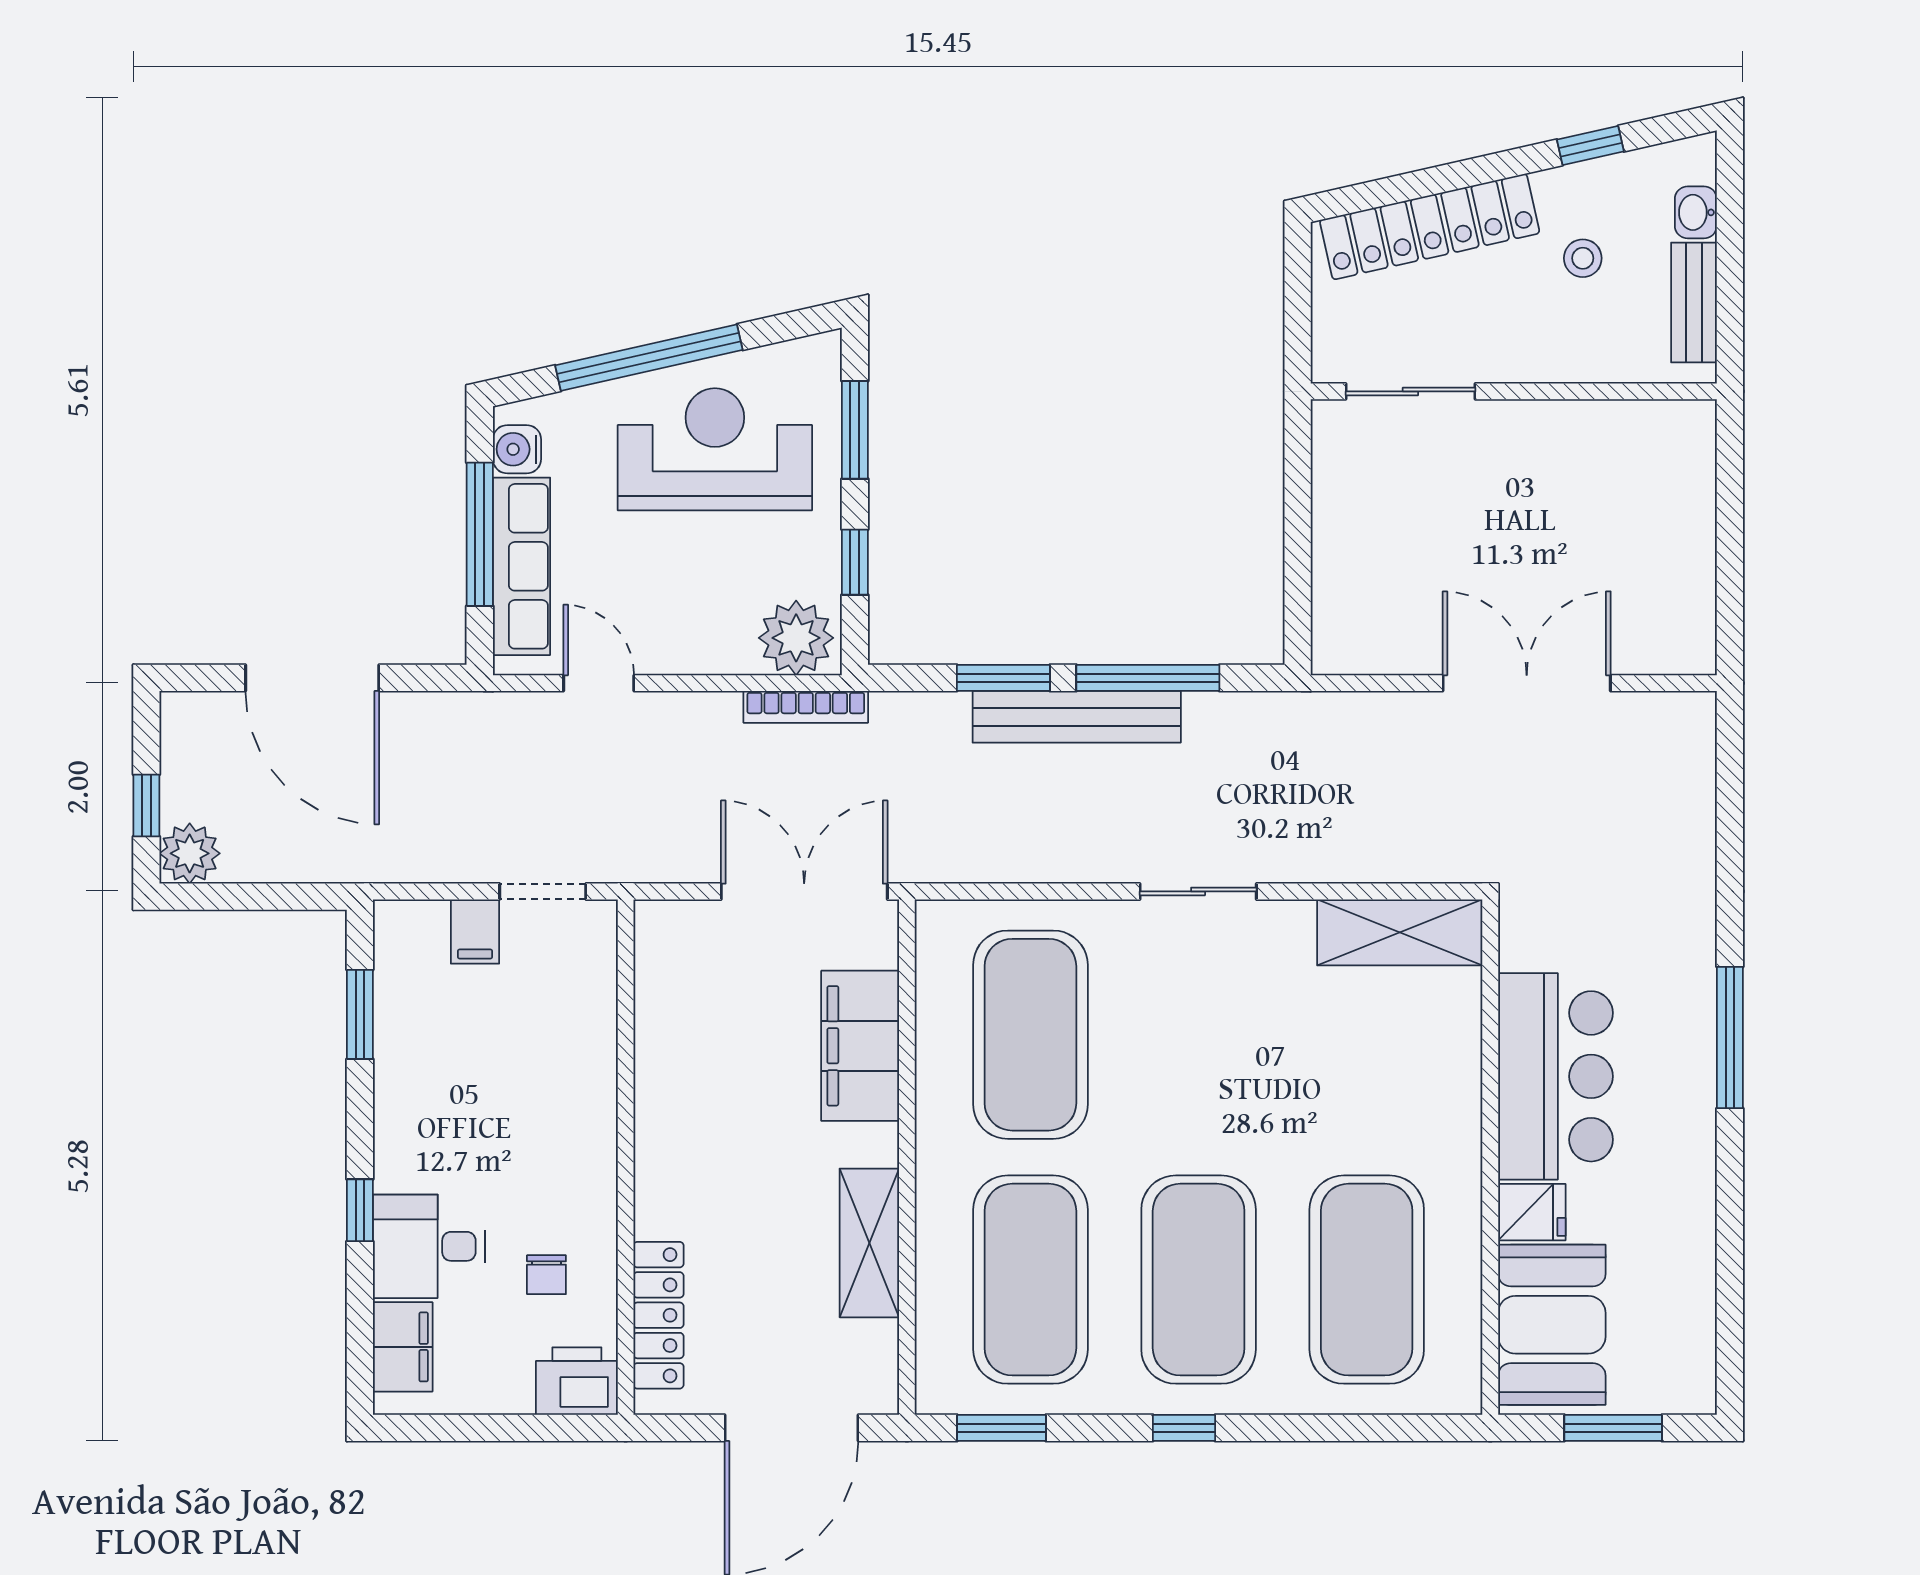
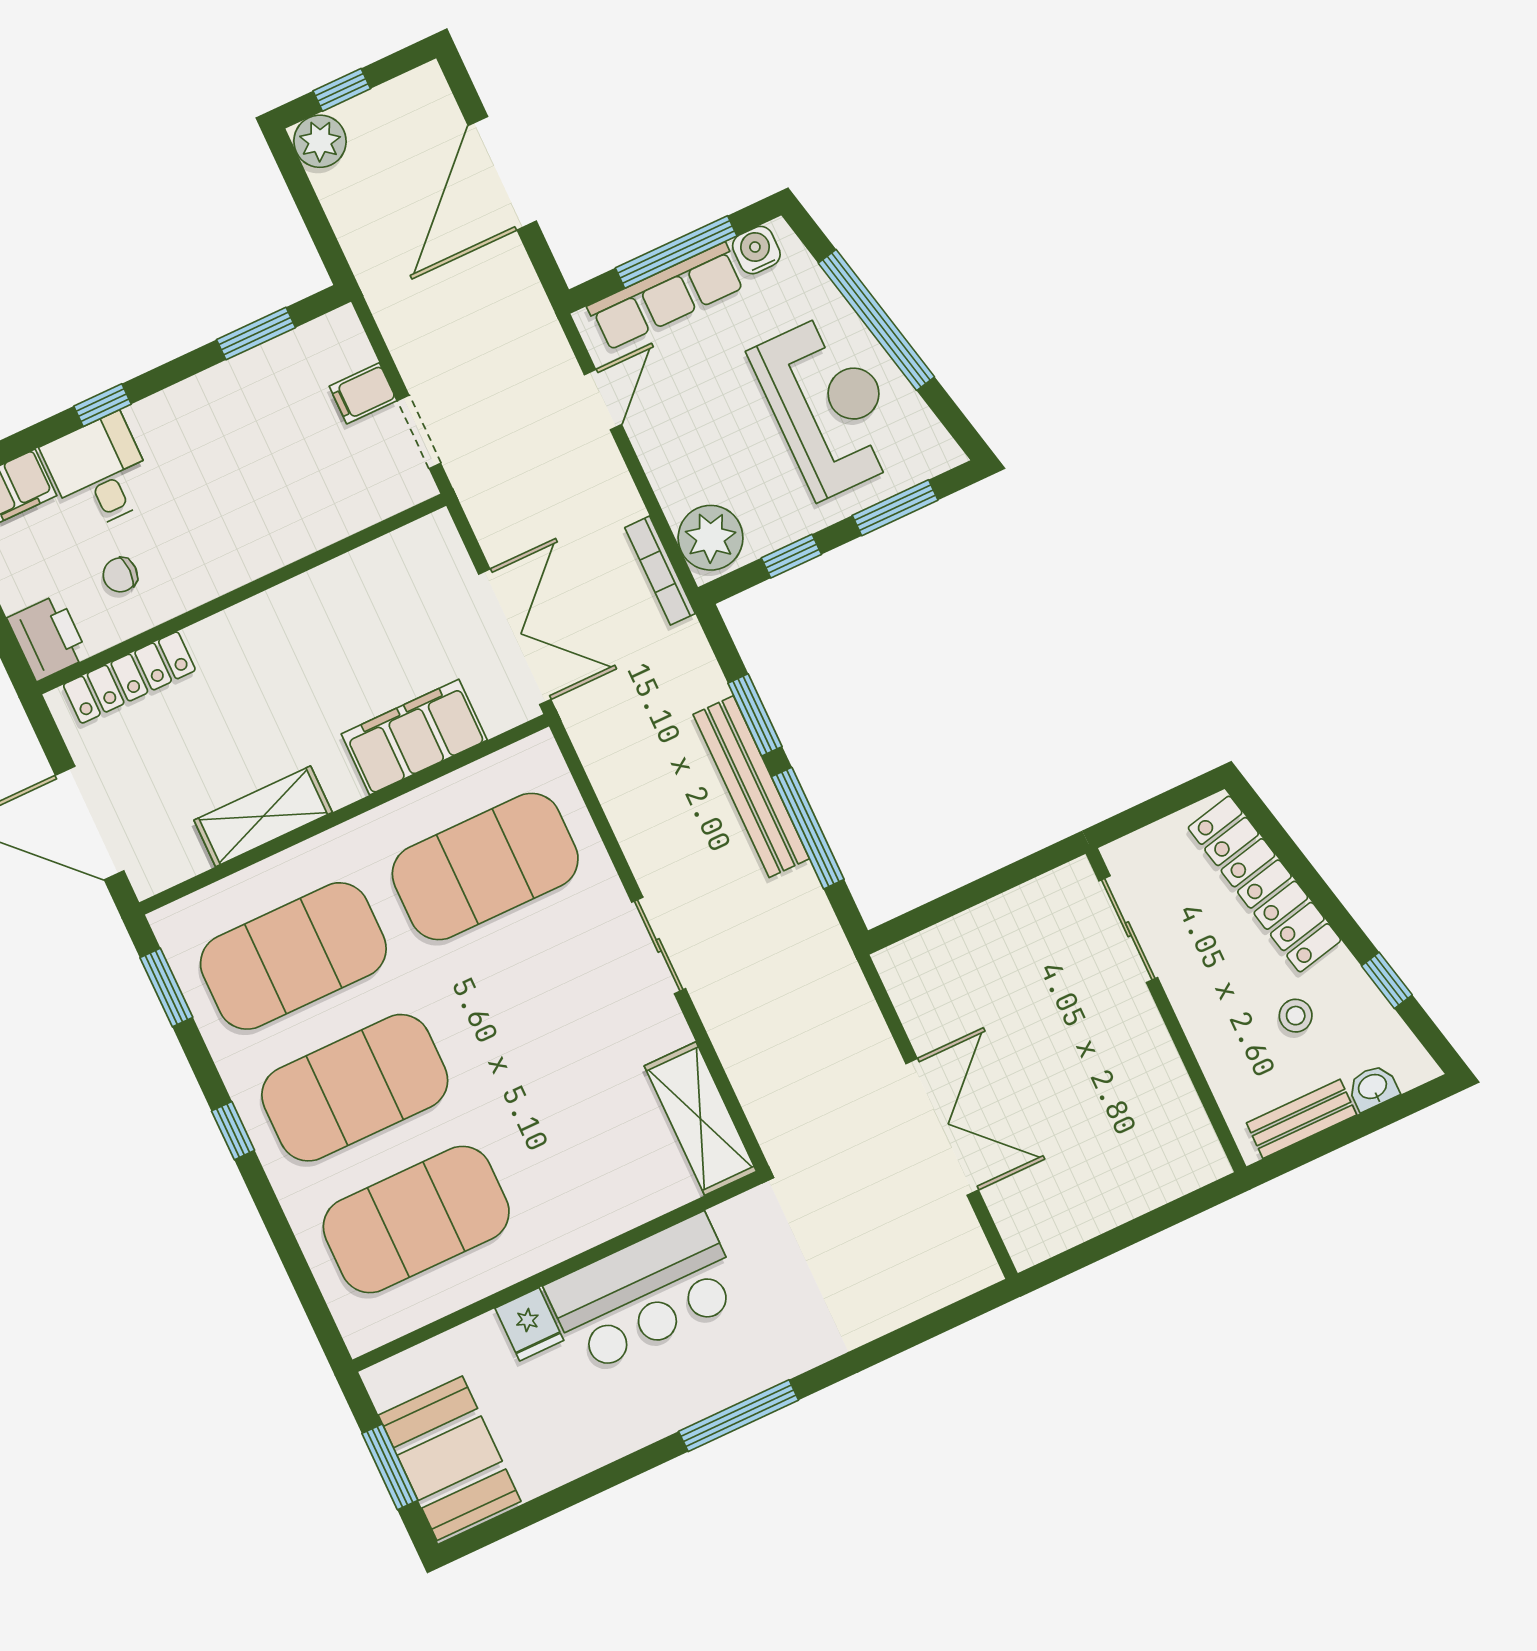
booth: (1552, 1325) -> (450, 1458), moved, turned 90

